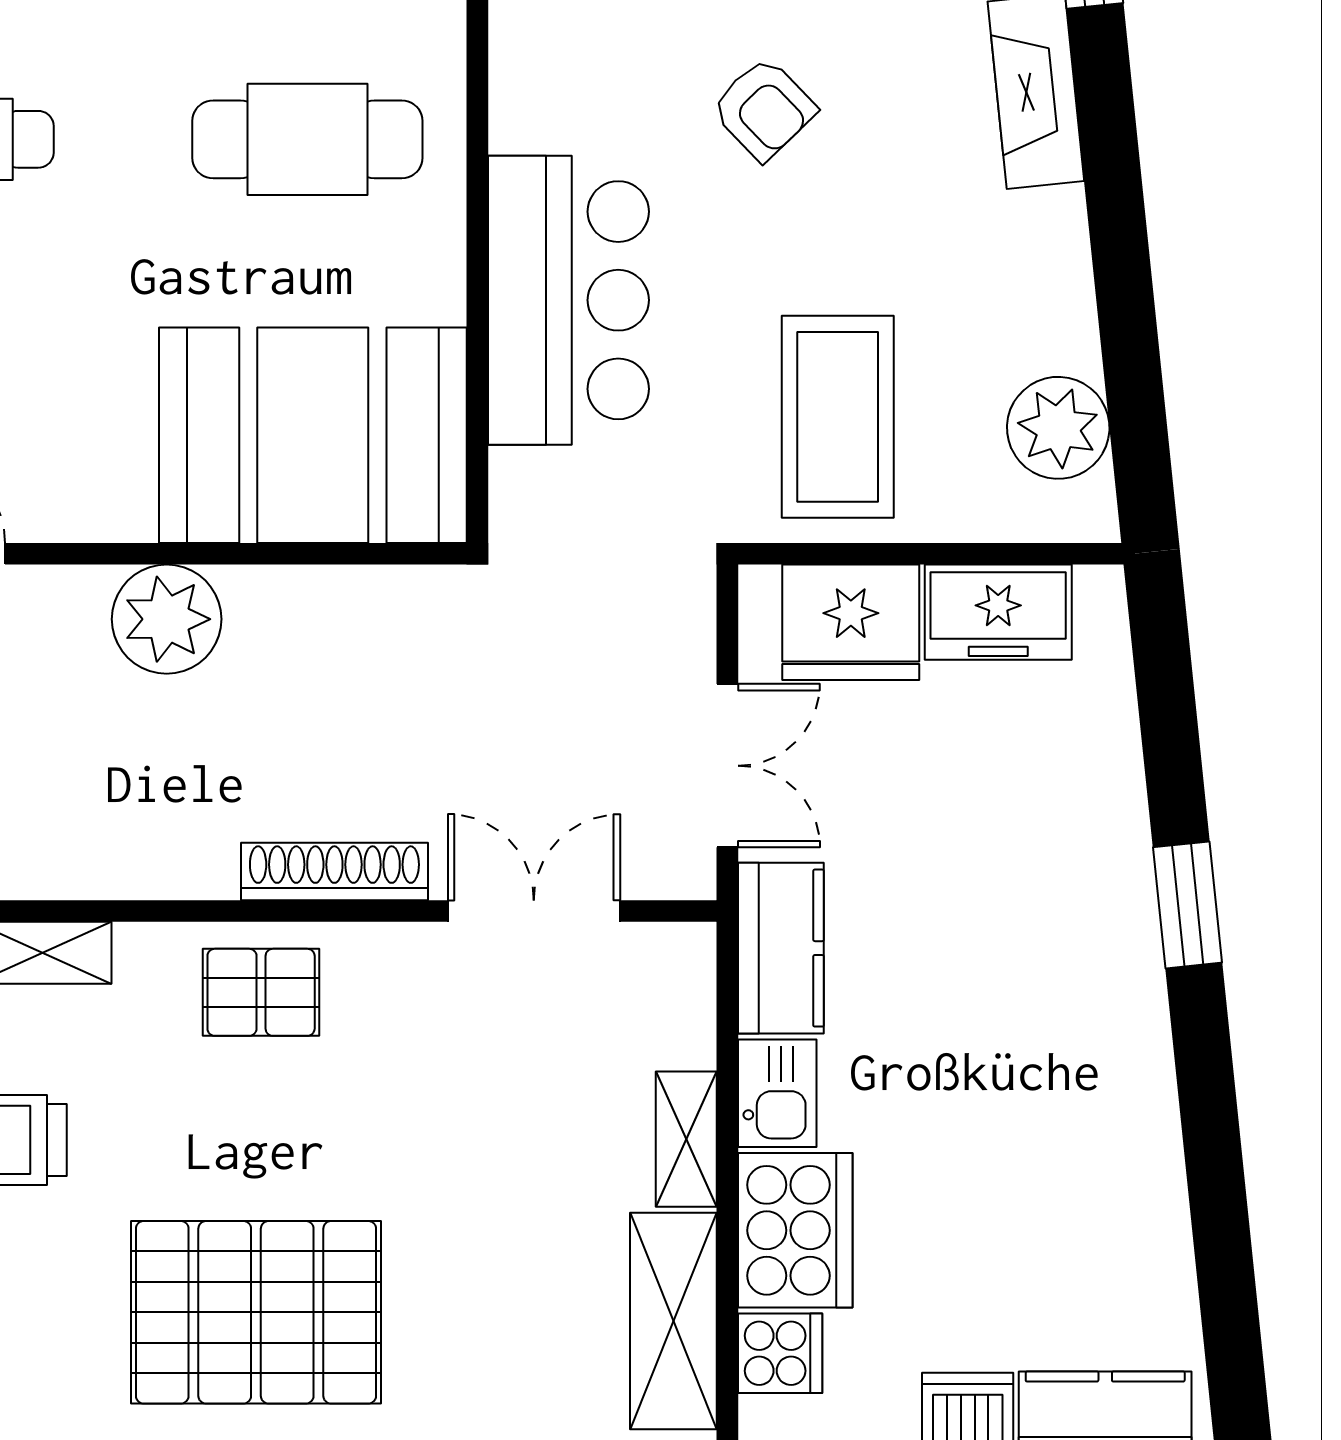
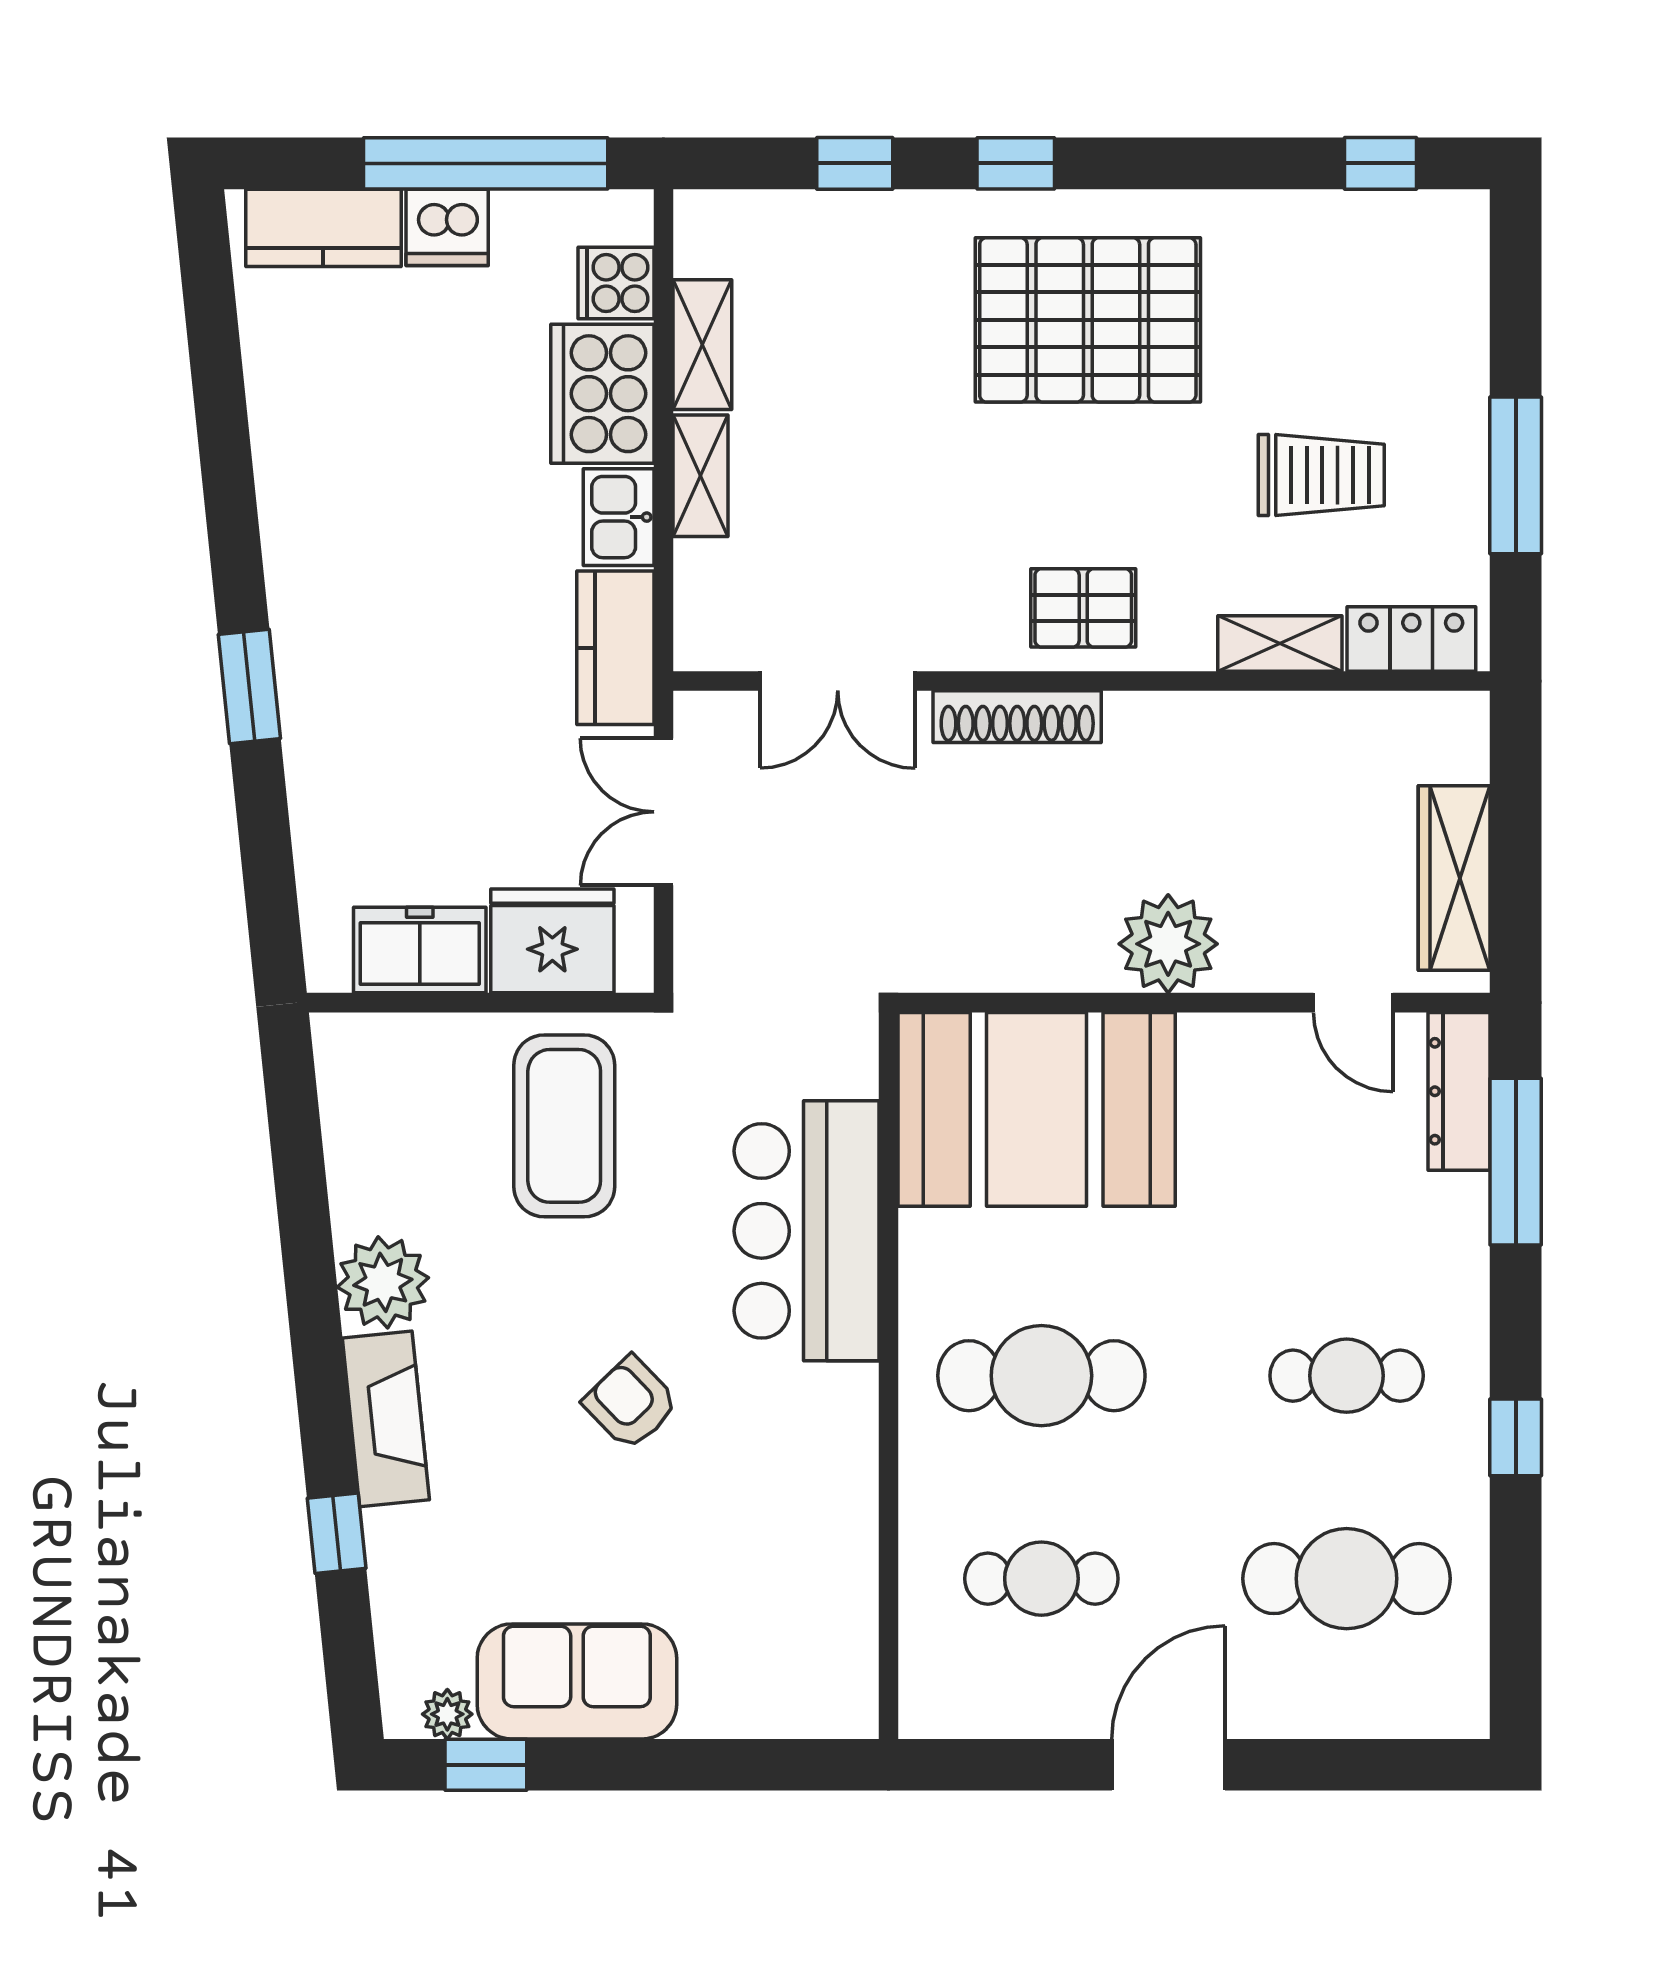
plant: (1058, 428) -> (383, 1282), moved
shelving: (673, 1321) -> (702, 345), width x0.67, depth x0.75

